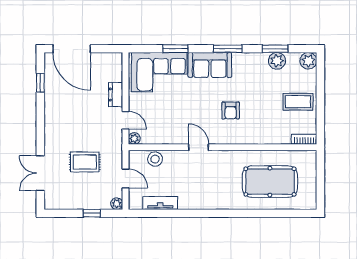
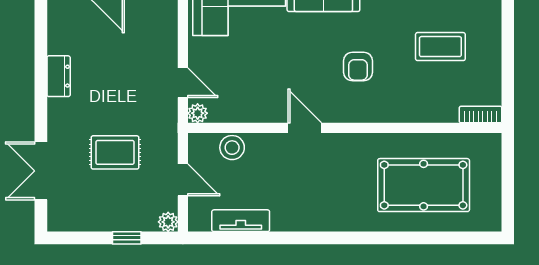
window: (40, 83) -> (41, 20), removed
dresser: (116, 95) -> (59, 76), moved, turned 180
coffee table: (298, 102) -> (440, 47), moved

